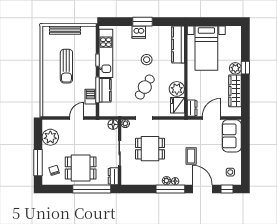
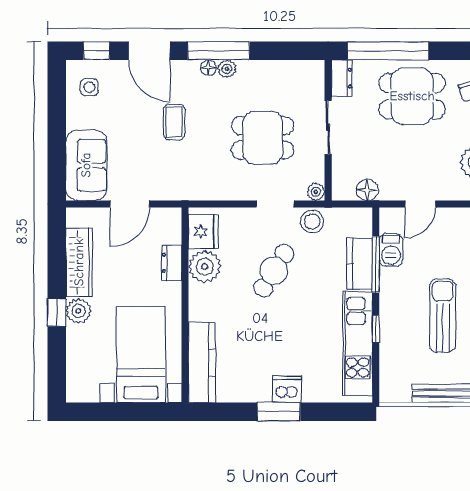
stool: (147, 60) -> (312, 222), moved
dresser: (192, 108) -> (172, 263), moved
floor lamp: (113, 124) -> (367, 190), moved

